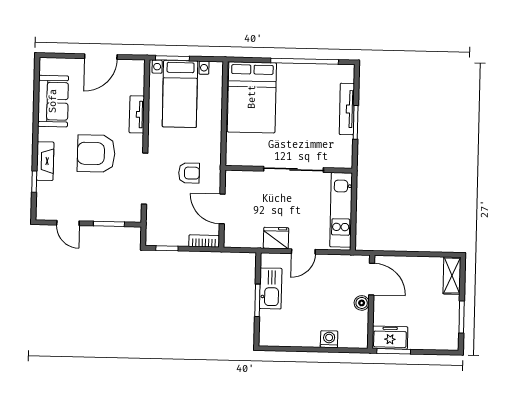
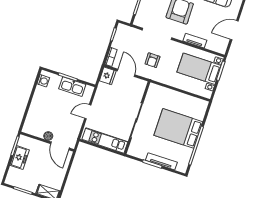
door: (101, 57) -> (234, 30), hinge flipped
bed: (252, 97) -> (178, 128), moved
door: (222, 209) -> (126, 73), hinge flipped
fridge: (276, 238) -> (108, 76), moved
door: (303, 251) -> (88, 112), hinge flipped
door: (372, 279) -> (60, 146), hinge flipped
freezer: (390, 338) -> (20, 158), moved
washing machine: (329, 339) -> (43, 81), moved

